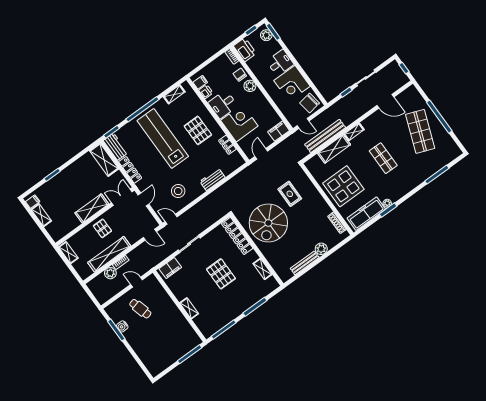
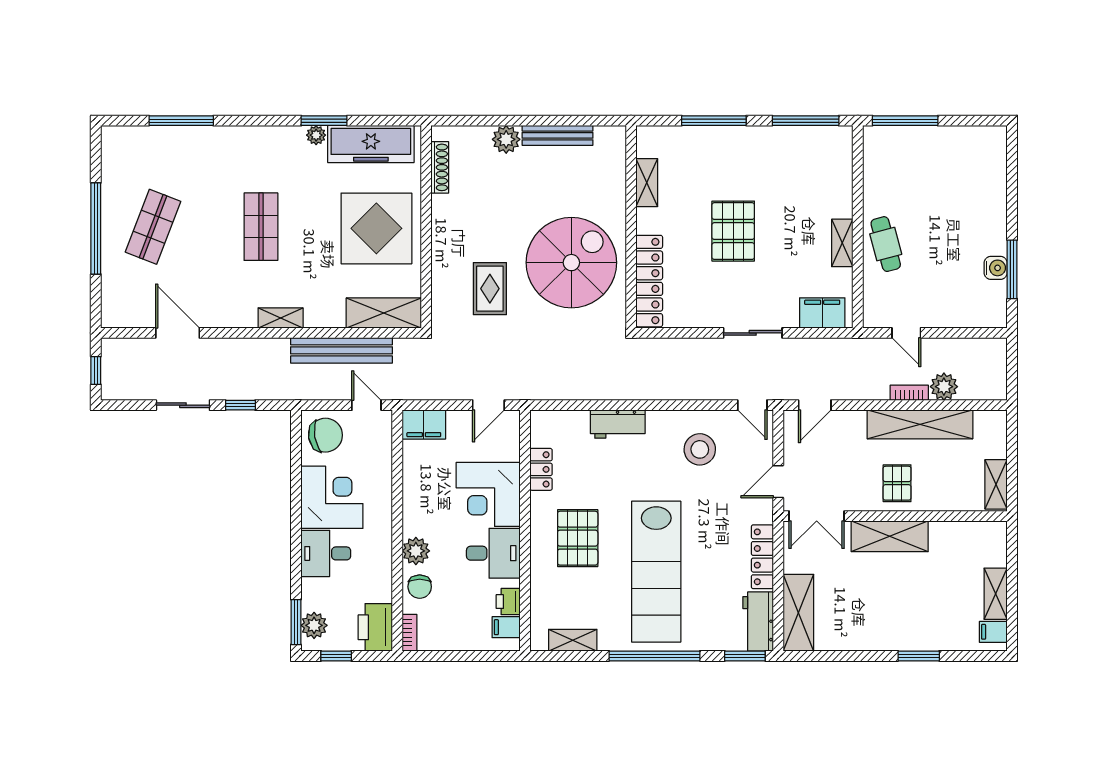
shop shelf: (420, 131) -> (153, 227), width x0.70, depth x0.74
shelving: (334, 149) -> (384, 313), moved
door: (150, 235) -> (815, 405), swing flipped
shelving: (189, 308) -> (842, 243), moved
cafe table: (140, 309) -> (886, 244), moved

